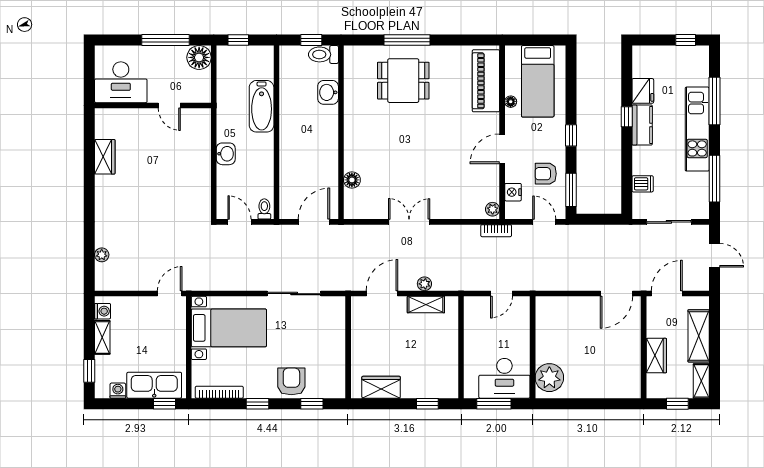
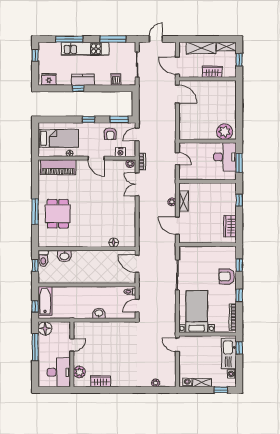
fridge: (643, 91) -> (49, 79), moved
bathtub: (262, 106) -> (45, 301), moved, turned -90
plant: (121, 119) -> (79, 372), added
double door: (409, 222) -> (137, 184), moved

